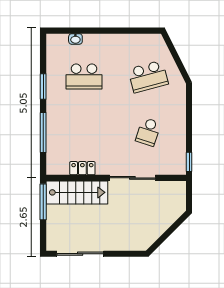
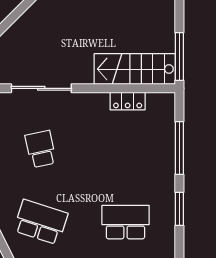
school desk: (148, 77) -> (41, 222), turned 33
school desk: (148, 132) -> (41, 149), turned -30
sliding door: (132, 178) -> (41, 88), moved

